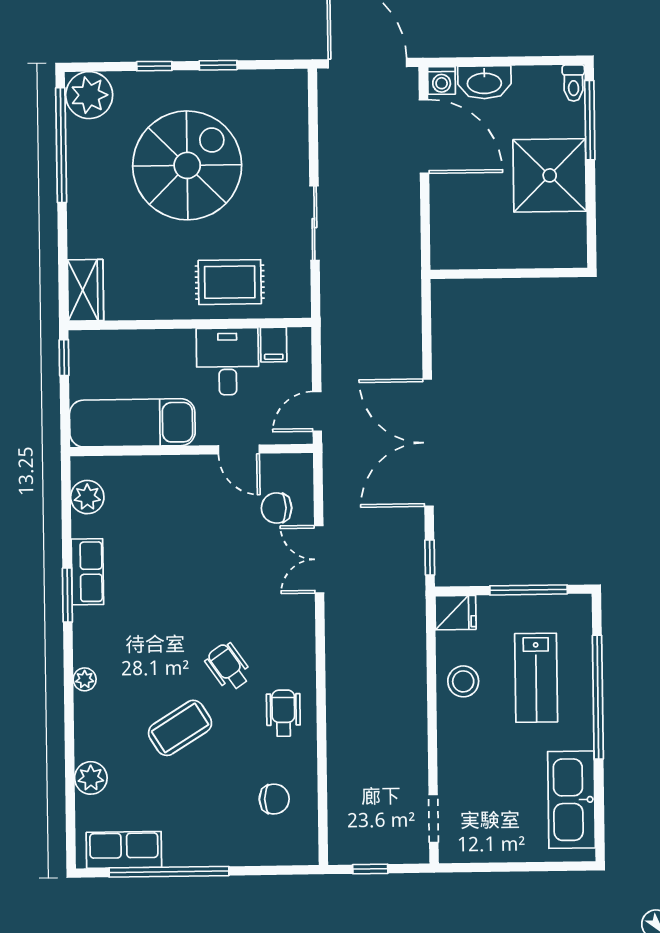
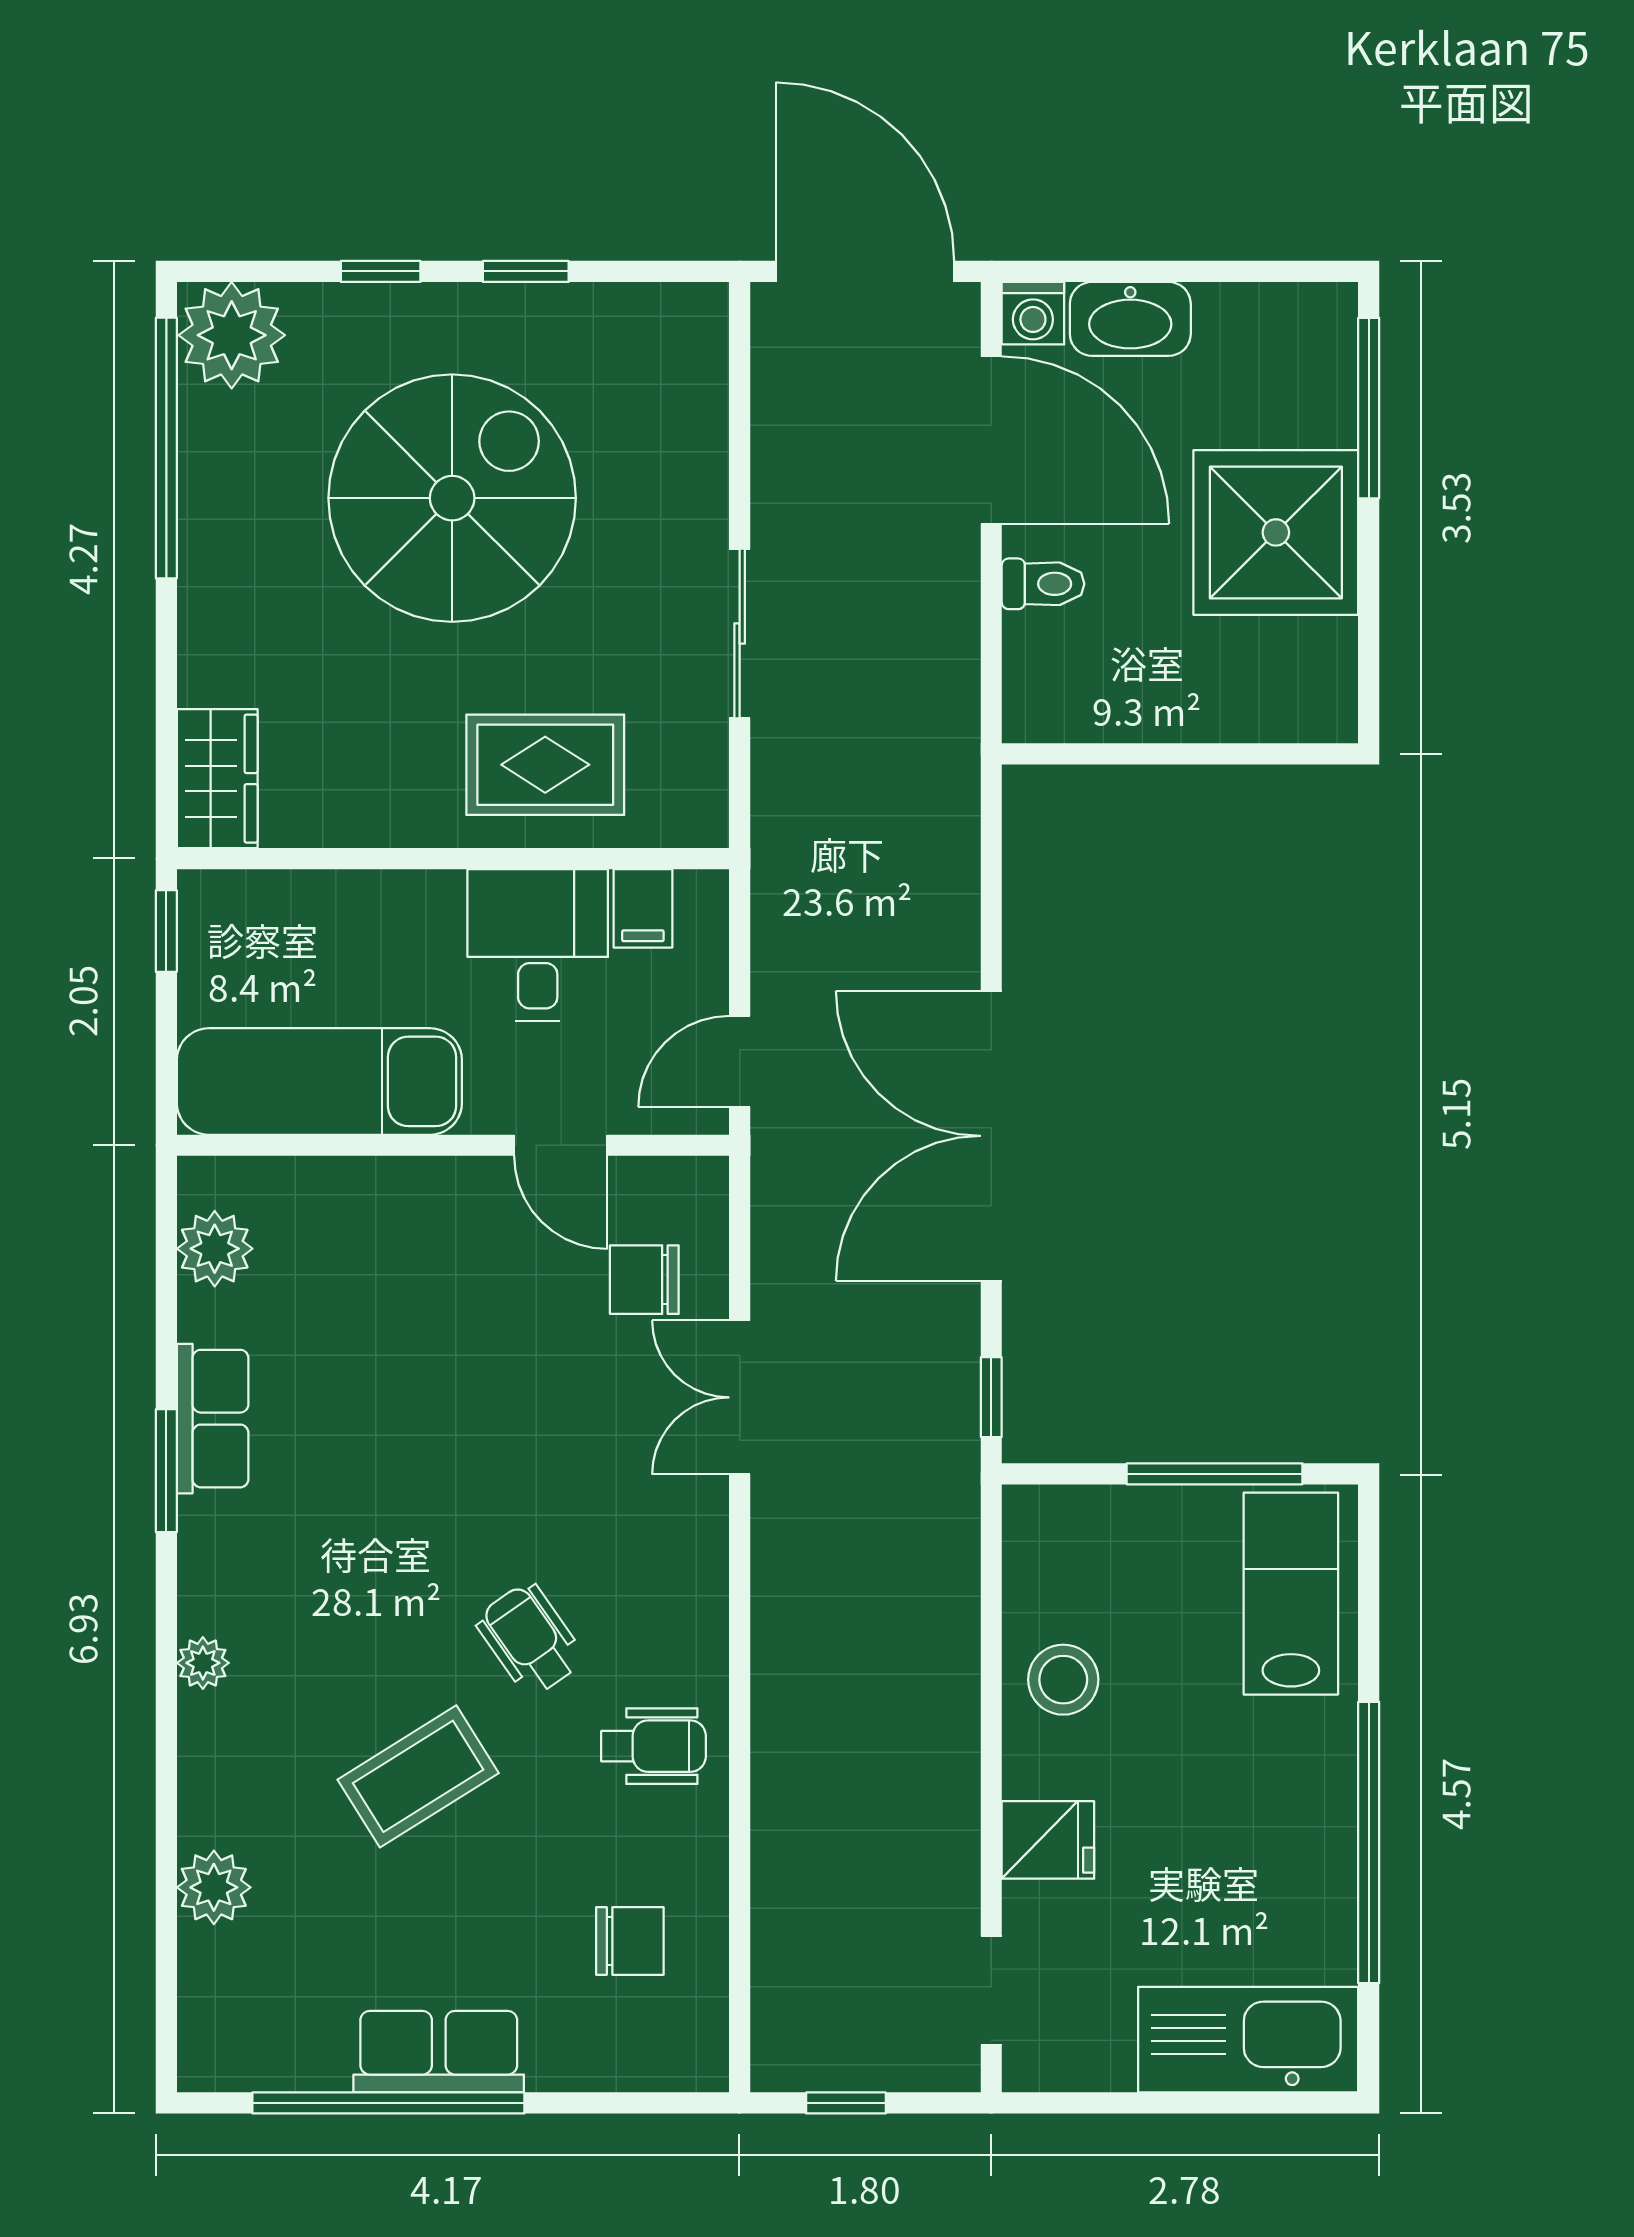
toilet: (574, 83) -> (1043, 584), moved, turned -90
fridge: (456, 613) -> (1048, 1840), moved
lab bench: (536, 678) -> (1291, 1594), moved, turned 180
window: (598, 697) -> (1369, 1843), moved
wheelchair: (283, 713) -> (653, 1746), turned 90
kitchen sink: (571, 800) -> (1248, 2040), moved, turned 90
row of seats: (124, 850) -> (439, 2052), moved

